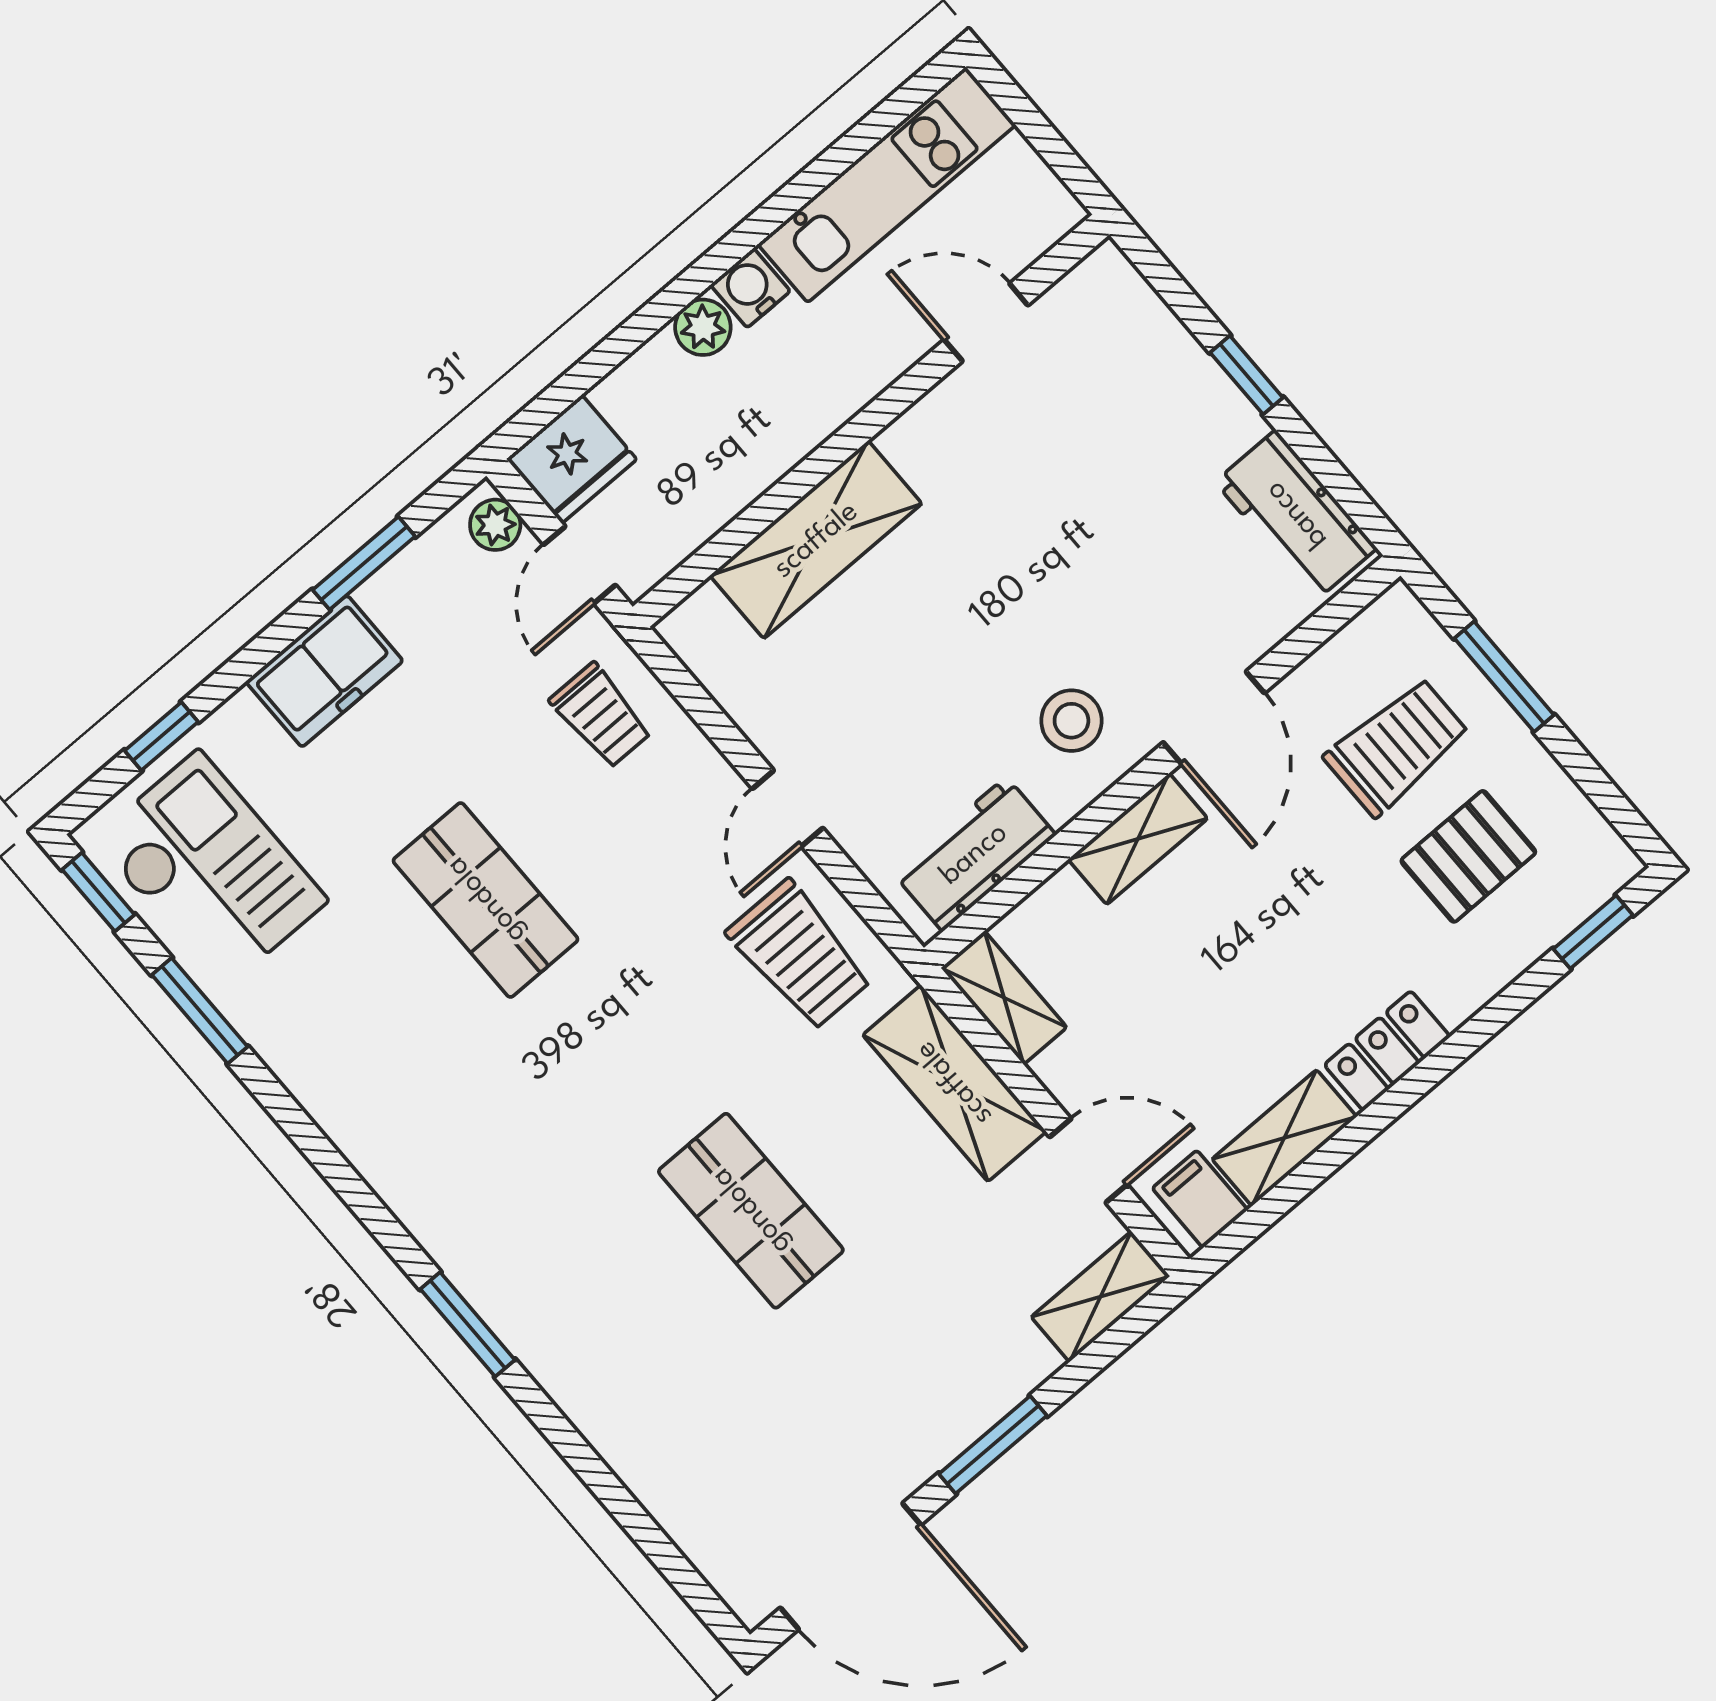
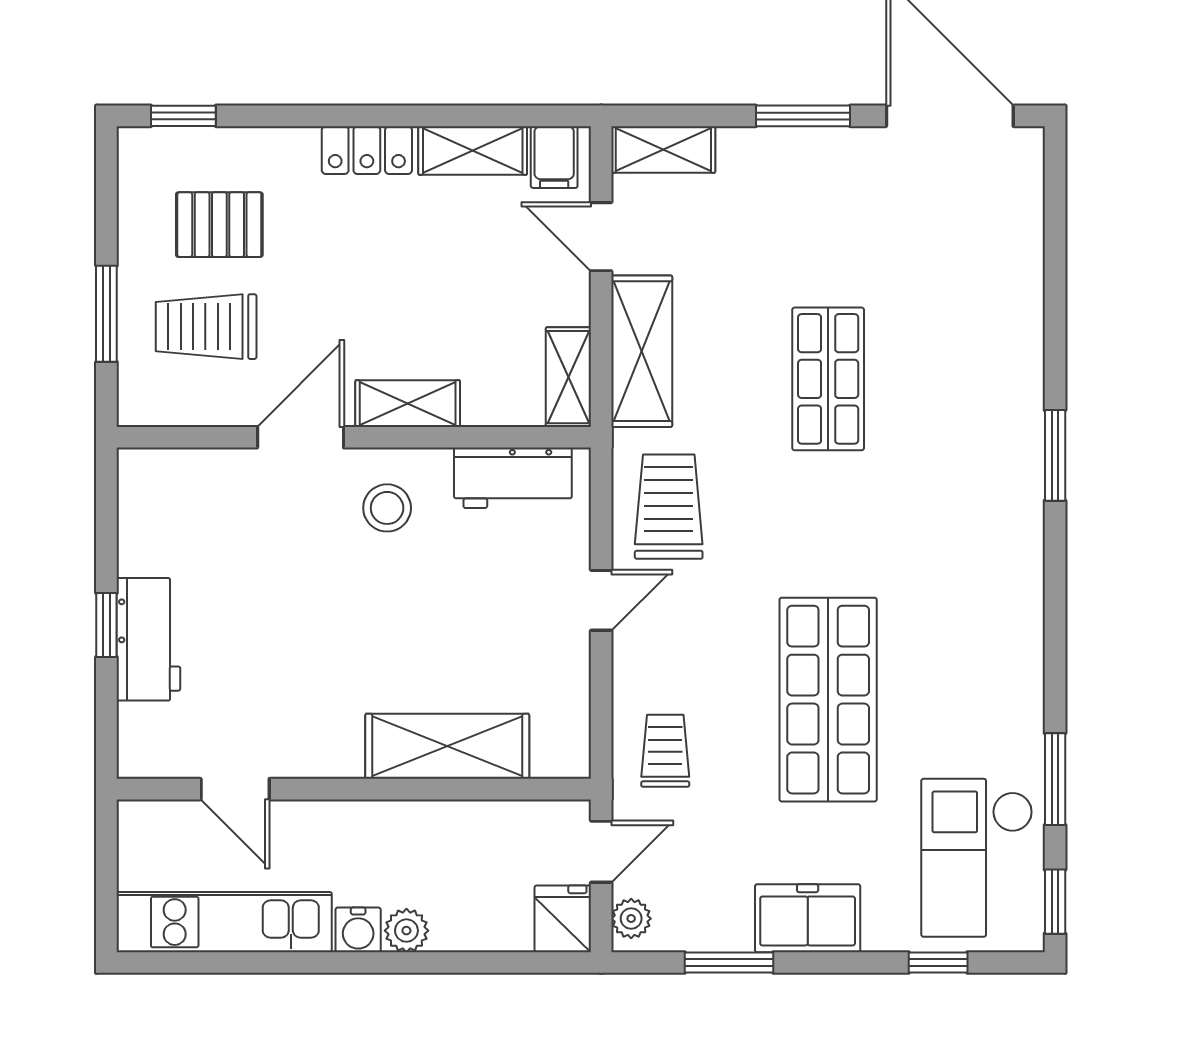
fridge: (572, 459) -> (563, 919), width x0.72
workbench: (1296, 515) -> (148, 639), moved
shop shelf: (486, 900) -> (828, 700), width x1.43, depth x1.36

